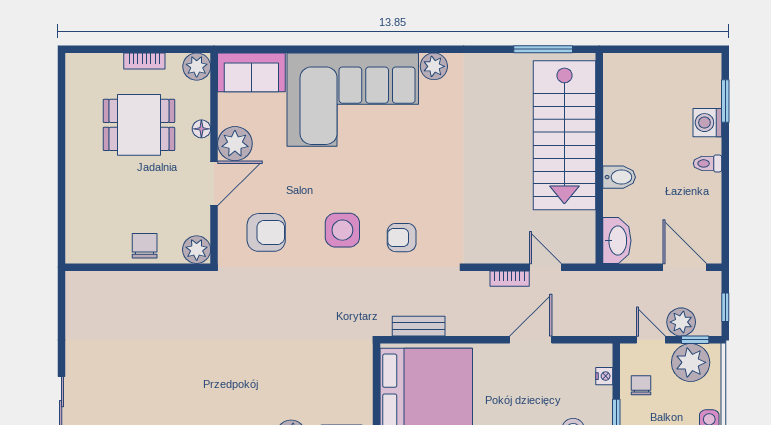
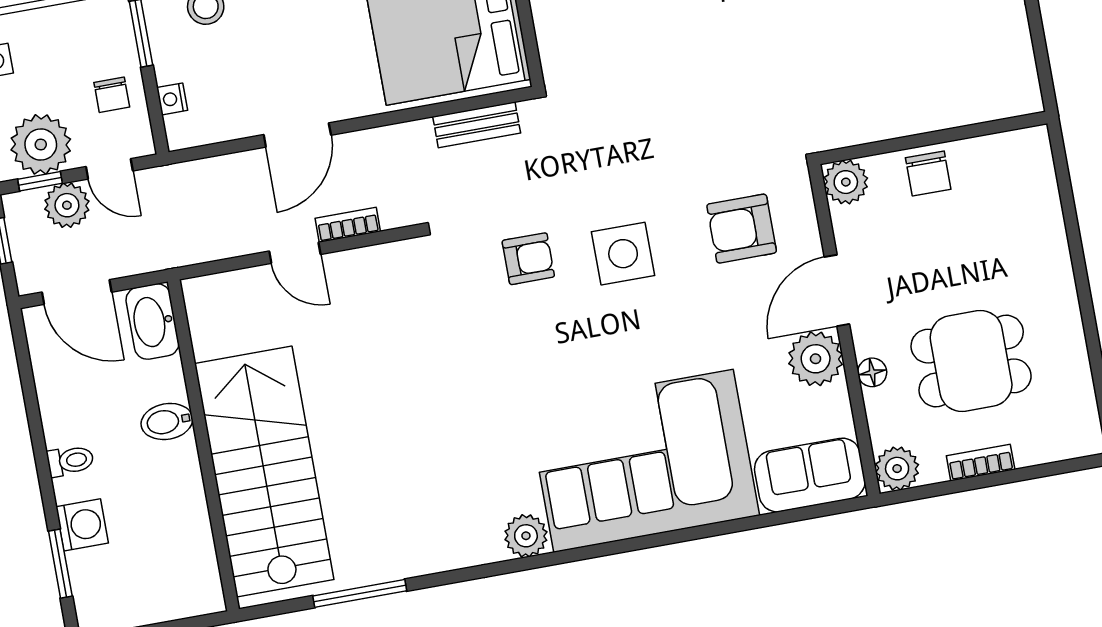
stairs: (564, 135) -> (264, 472), moved
wall: (599, 158) -> (203, 445), moved
bidet: (619, 177) -> (167, 421), moved
washbasin: (617, 241) -> (152, 322), moved

